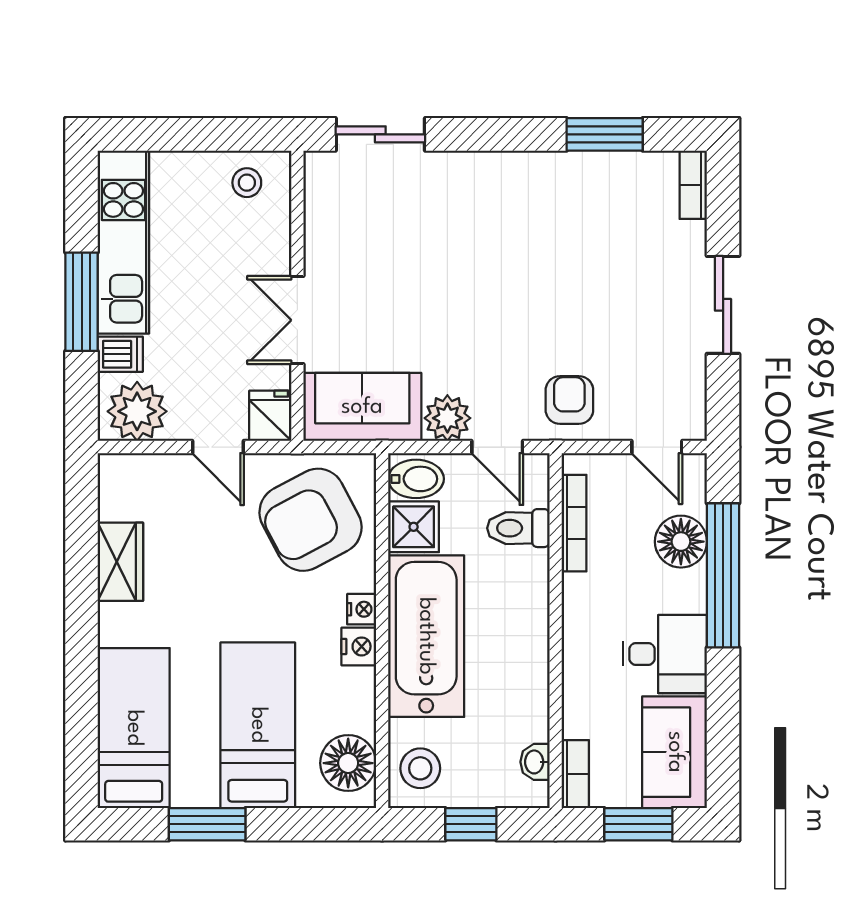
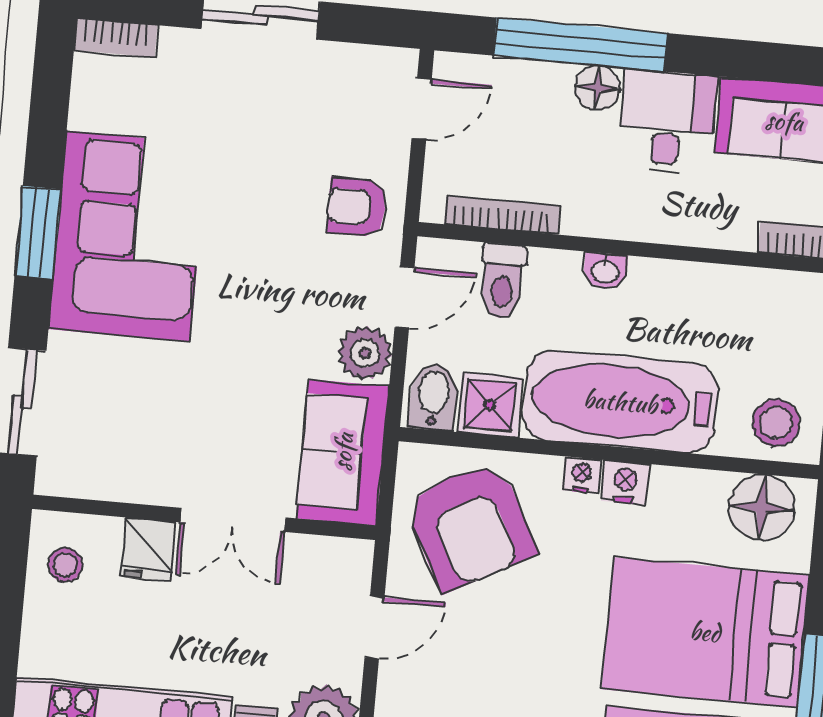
window: (605, 134) -> (38, 233), moved
corner sofa: (527, 210) -> (128, 236), added
fridge: (270, 416) -> (148, 549), moved, turned -90
floor lamp: (681, 542) -> (597, 88), moved, width x0.73, depth x0.73
bed: (258, 725) -> (705, 632), width x1.50
washbasin: (535, 762) -> (605, 271), moved

